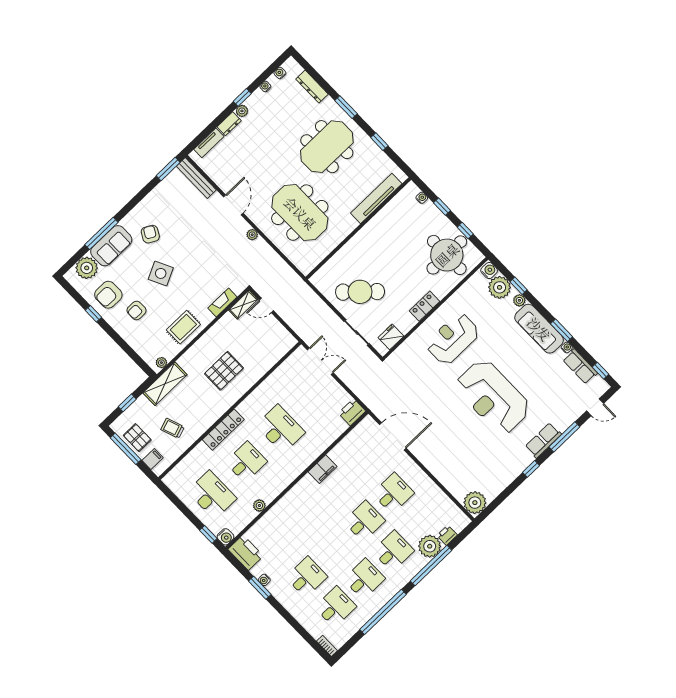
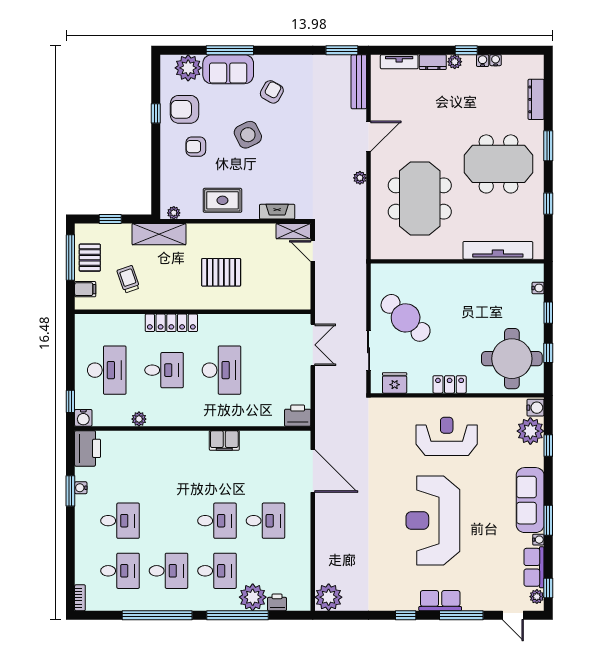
water cooler: (280, 73) -> (483, 61), moved
plant: (519, 300) -> (537, 597), moved

